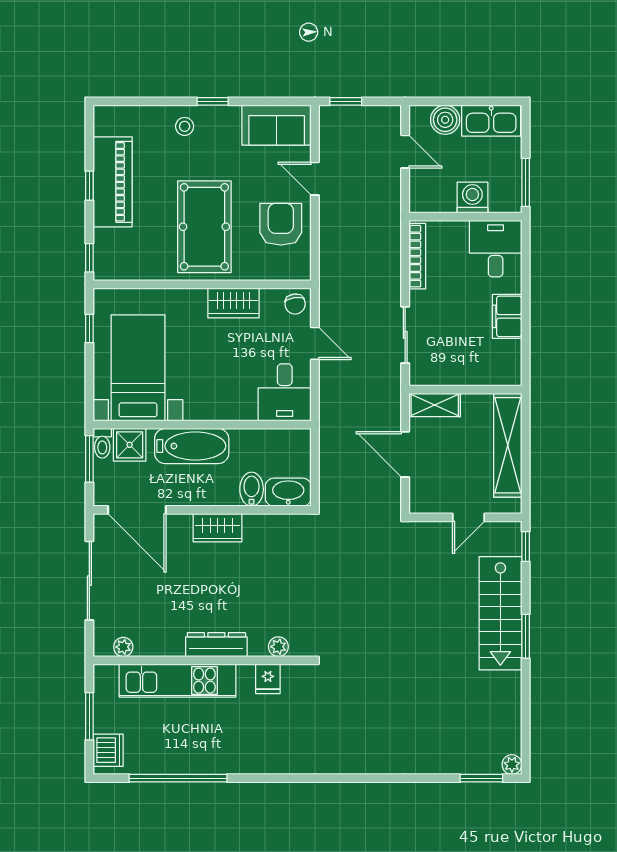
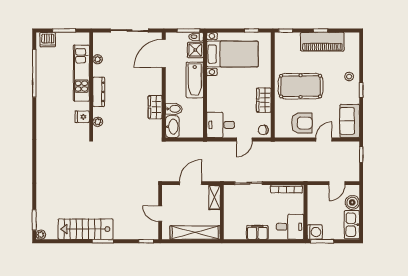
washing machine: (472, 198) -> (315, 232), moved
wardrobe: (218, 528) -> (155, 107), moved
stairs: (500, 613) -> (86, 229), moved
plant: (123, 647) -> (98, 59), moved

